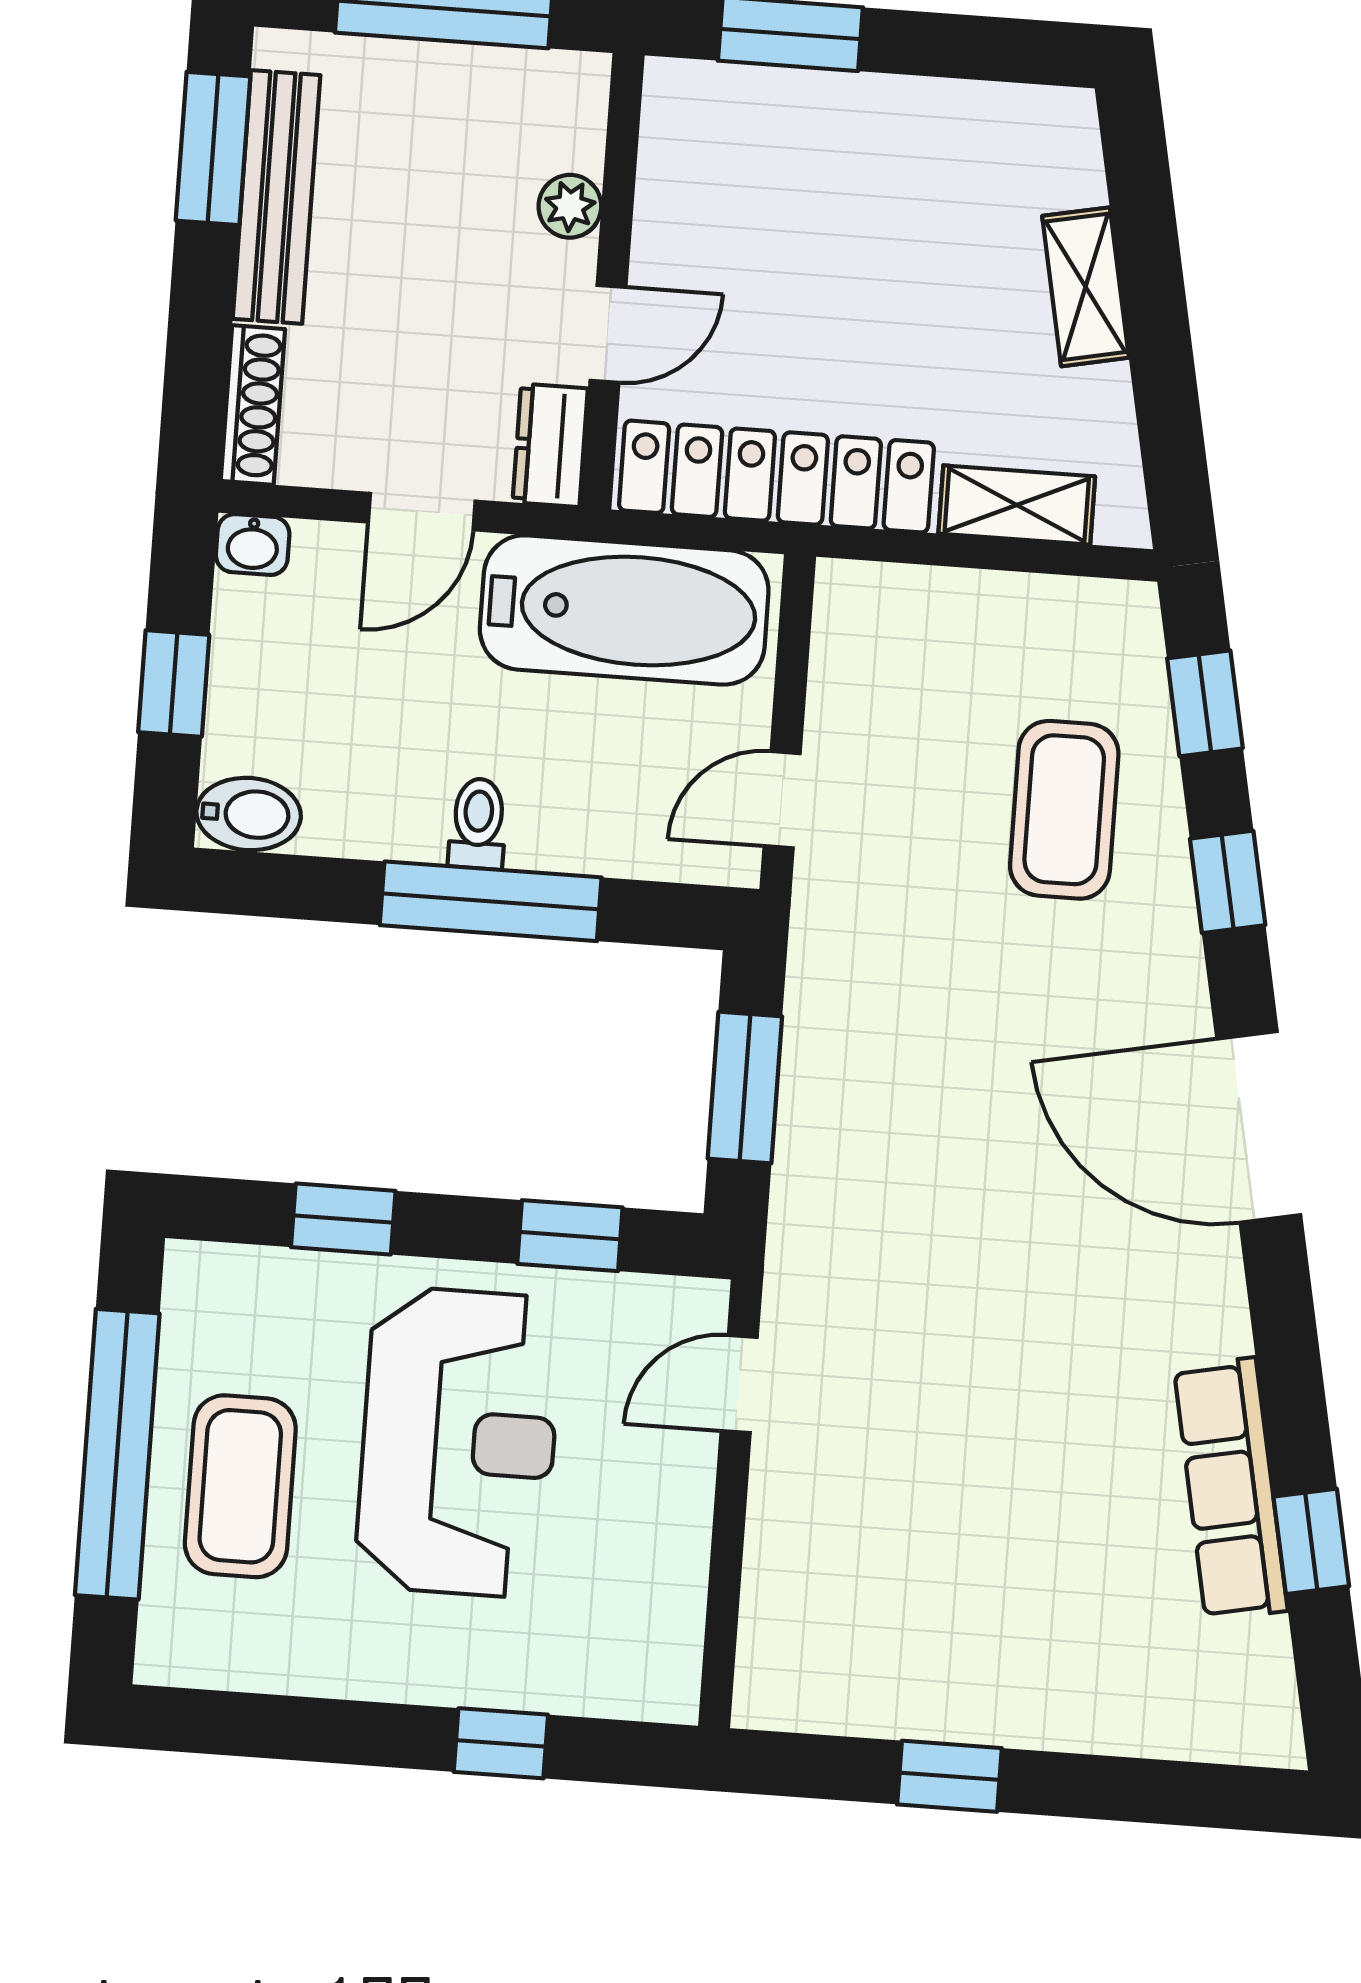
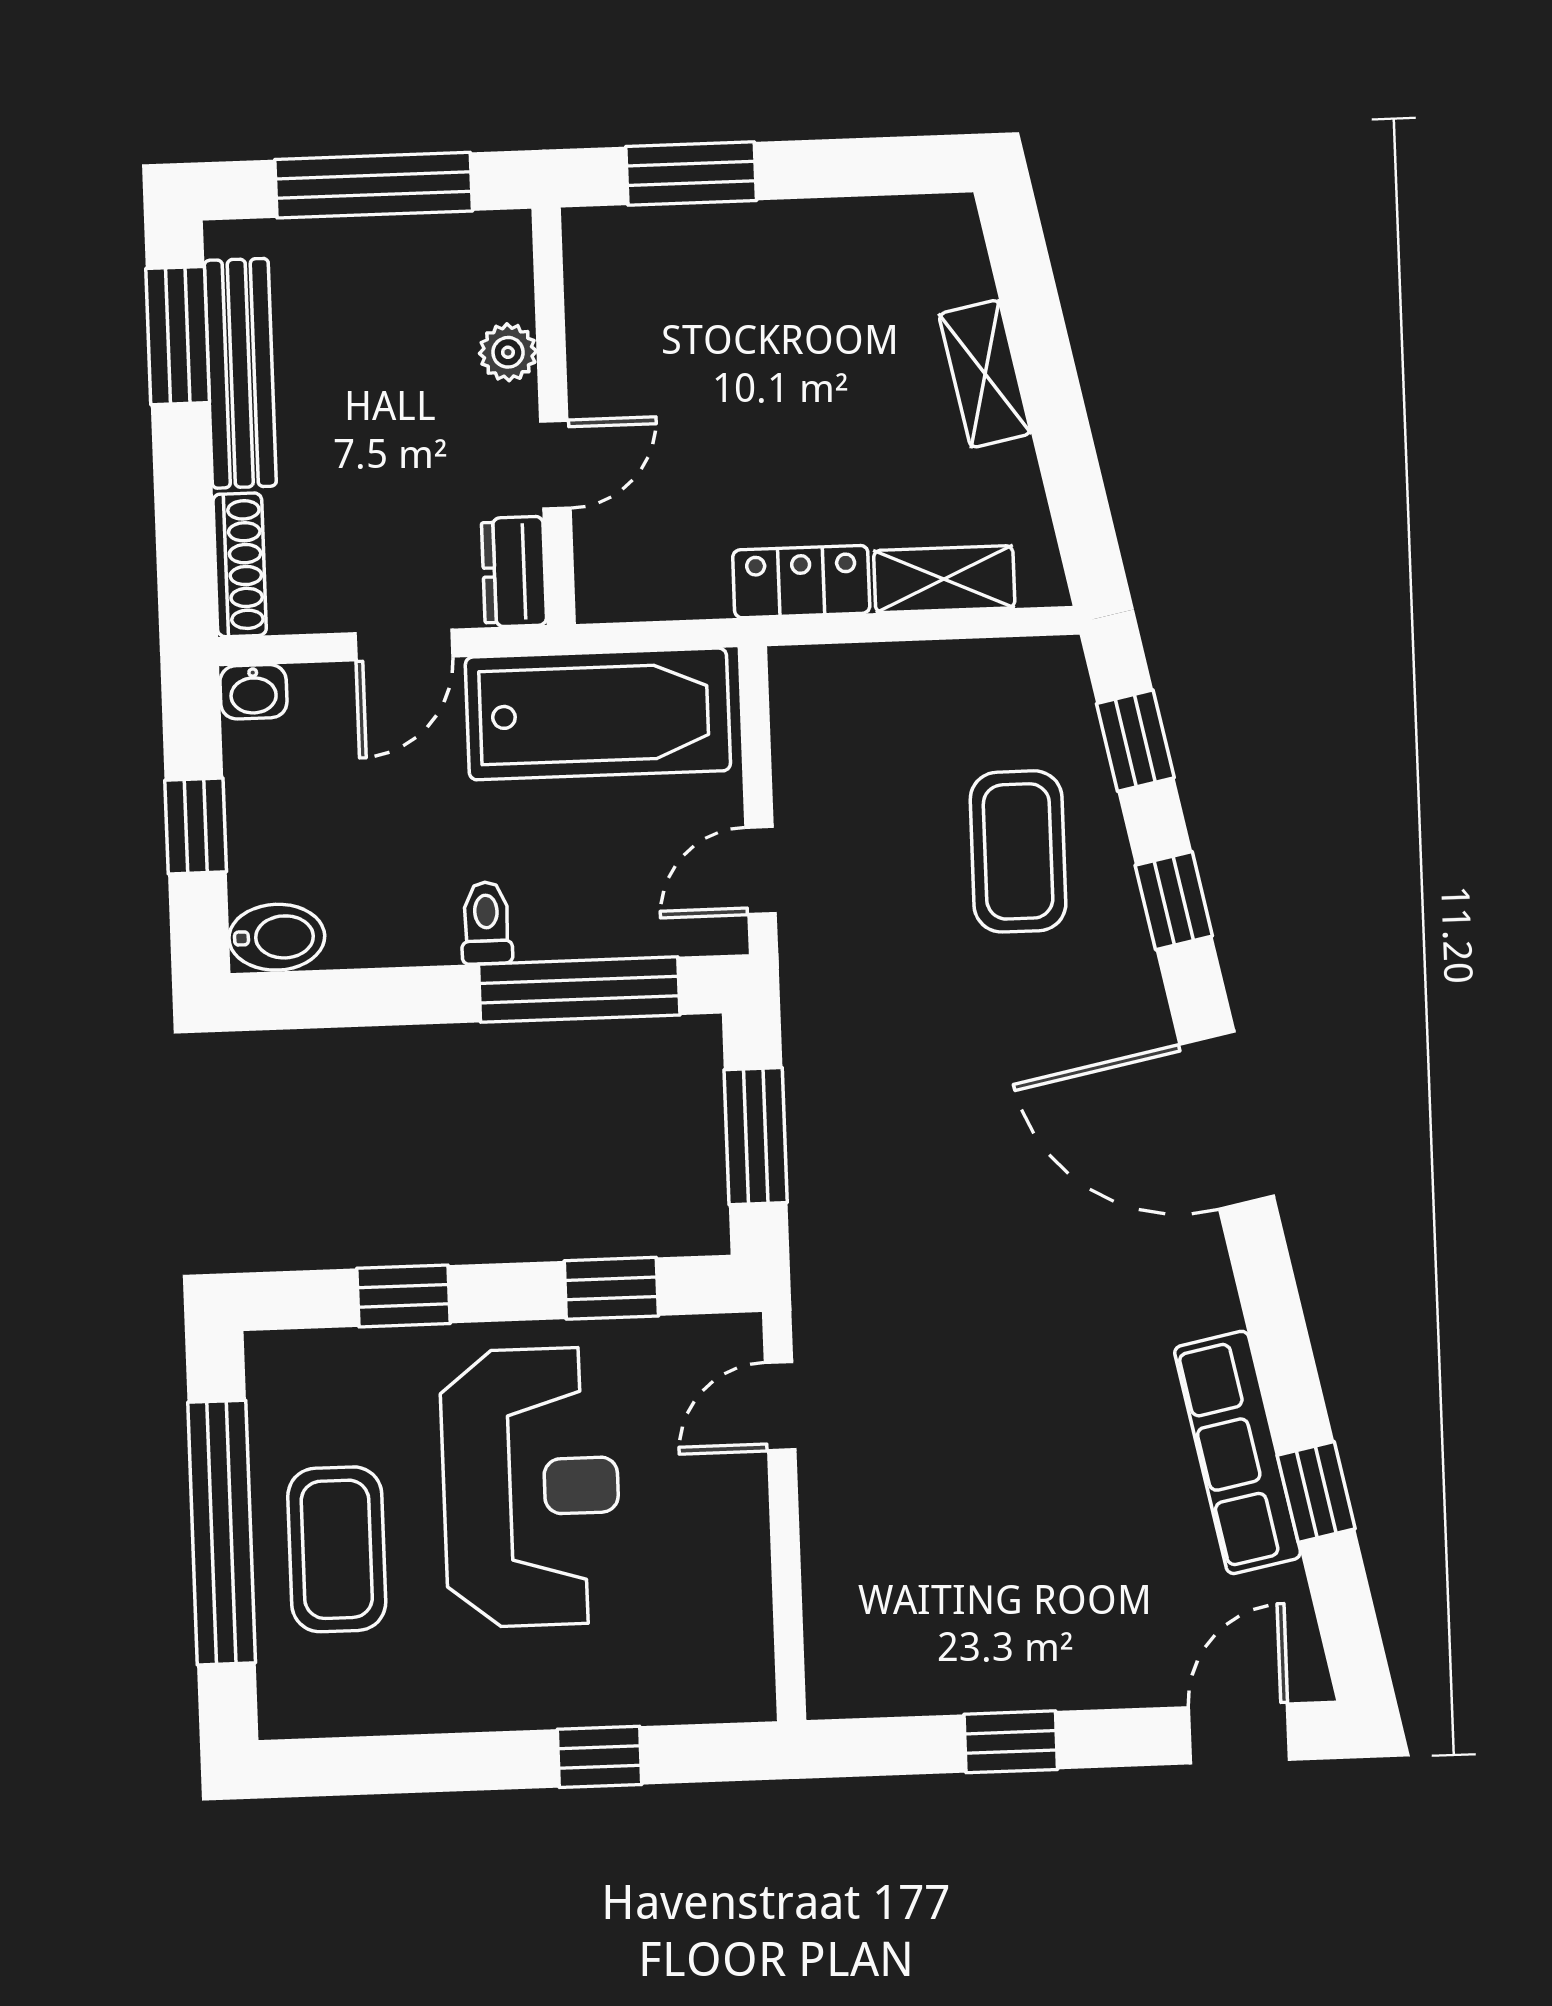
locker: (776, 477) -> (801, 582), width x0.46, depth x0.83
window: (491, 901) -> (579, 990), moved
door: (1199, 1795) -> (1239, 1733), added

